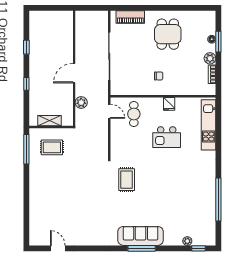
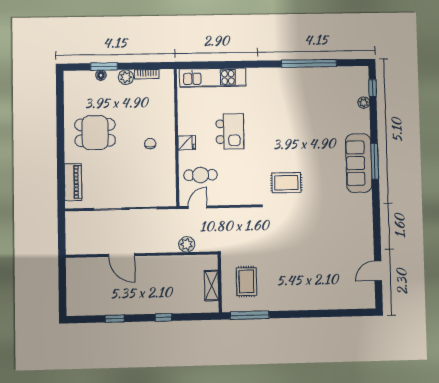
door: (74, 73) -> (122, 255), moved
fridge: (169, 104) -> (187, 143), moved

